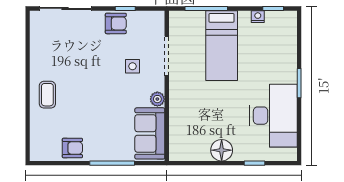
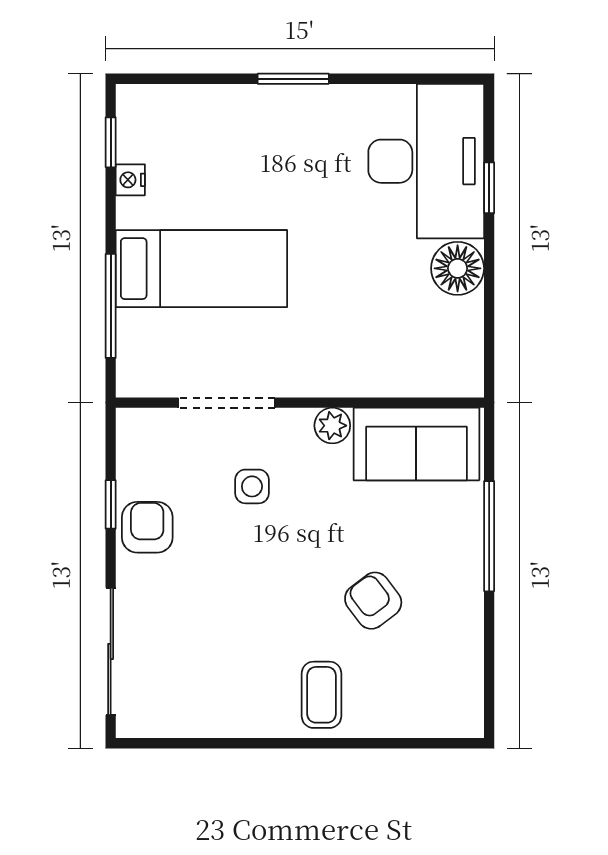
coffee table: (47, 95) -> (322, 695), turned 90
desk: (273, 116) -> (426, 161), moved, turned 90
armchair: (72, 148) -> (373, 601), moved, turned -37

